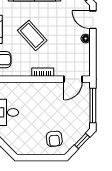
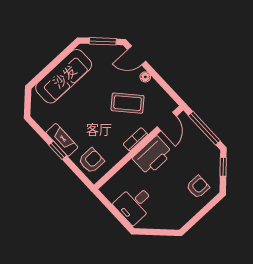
coffee table: (32, 35) -> (128, 103), moved
printer: (44, 93) -> (153, 156), added
armchair: (54, 139) -> (198, 187), turned -84

